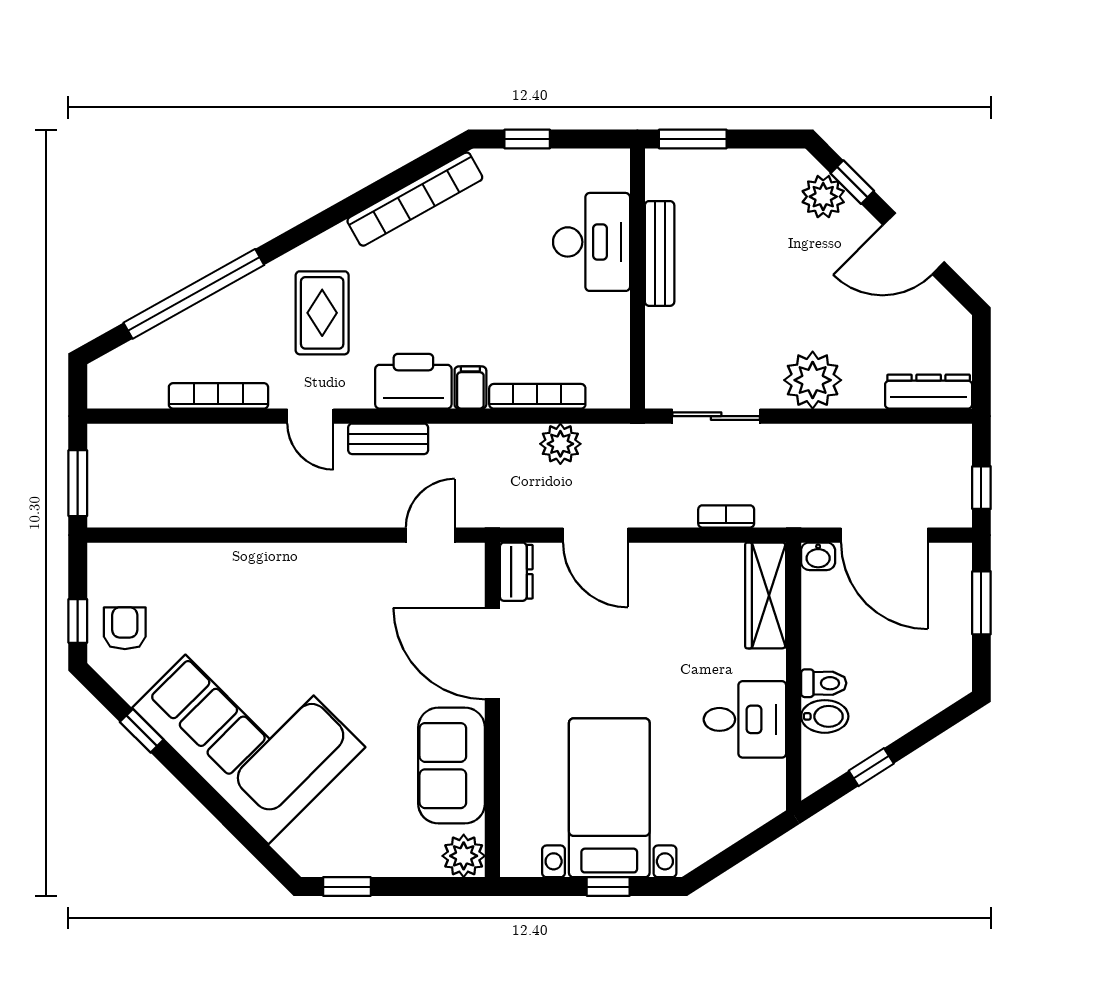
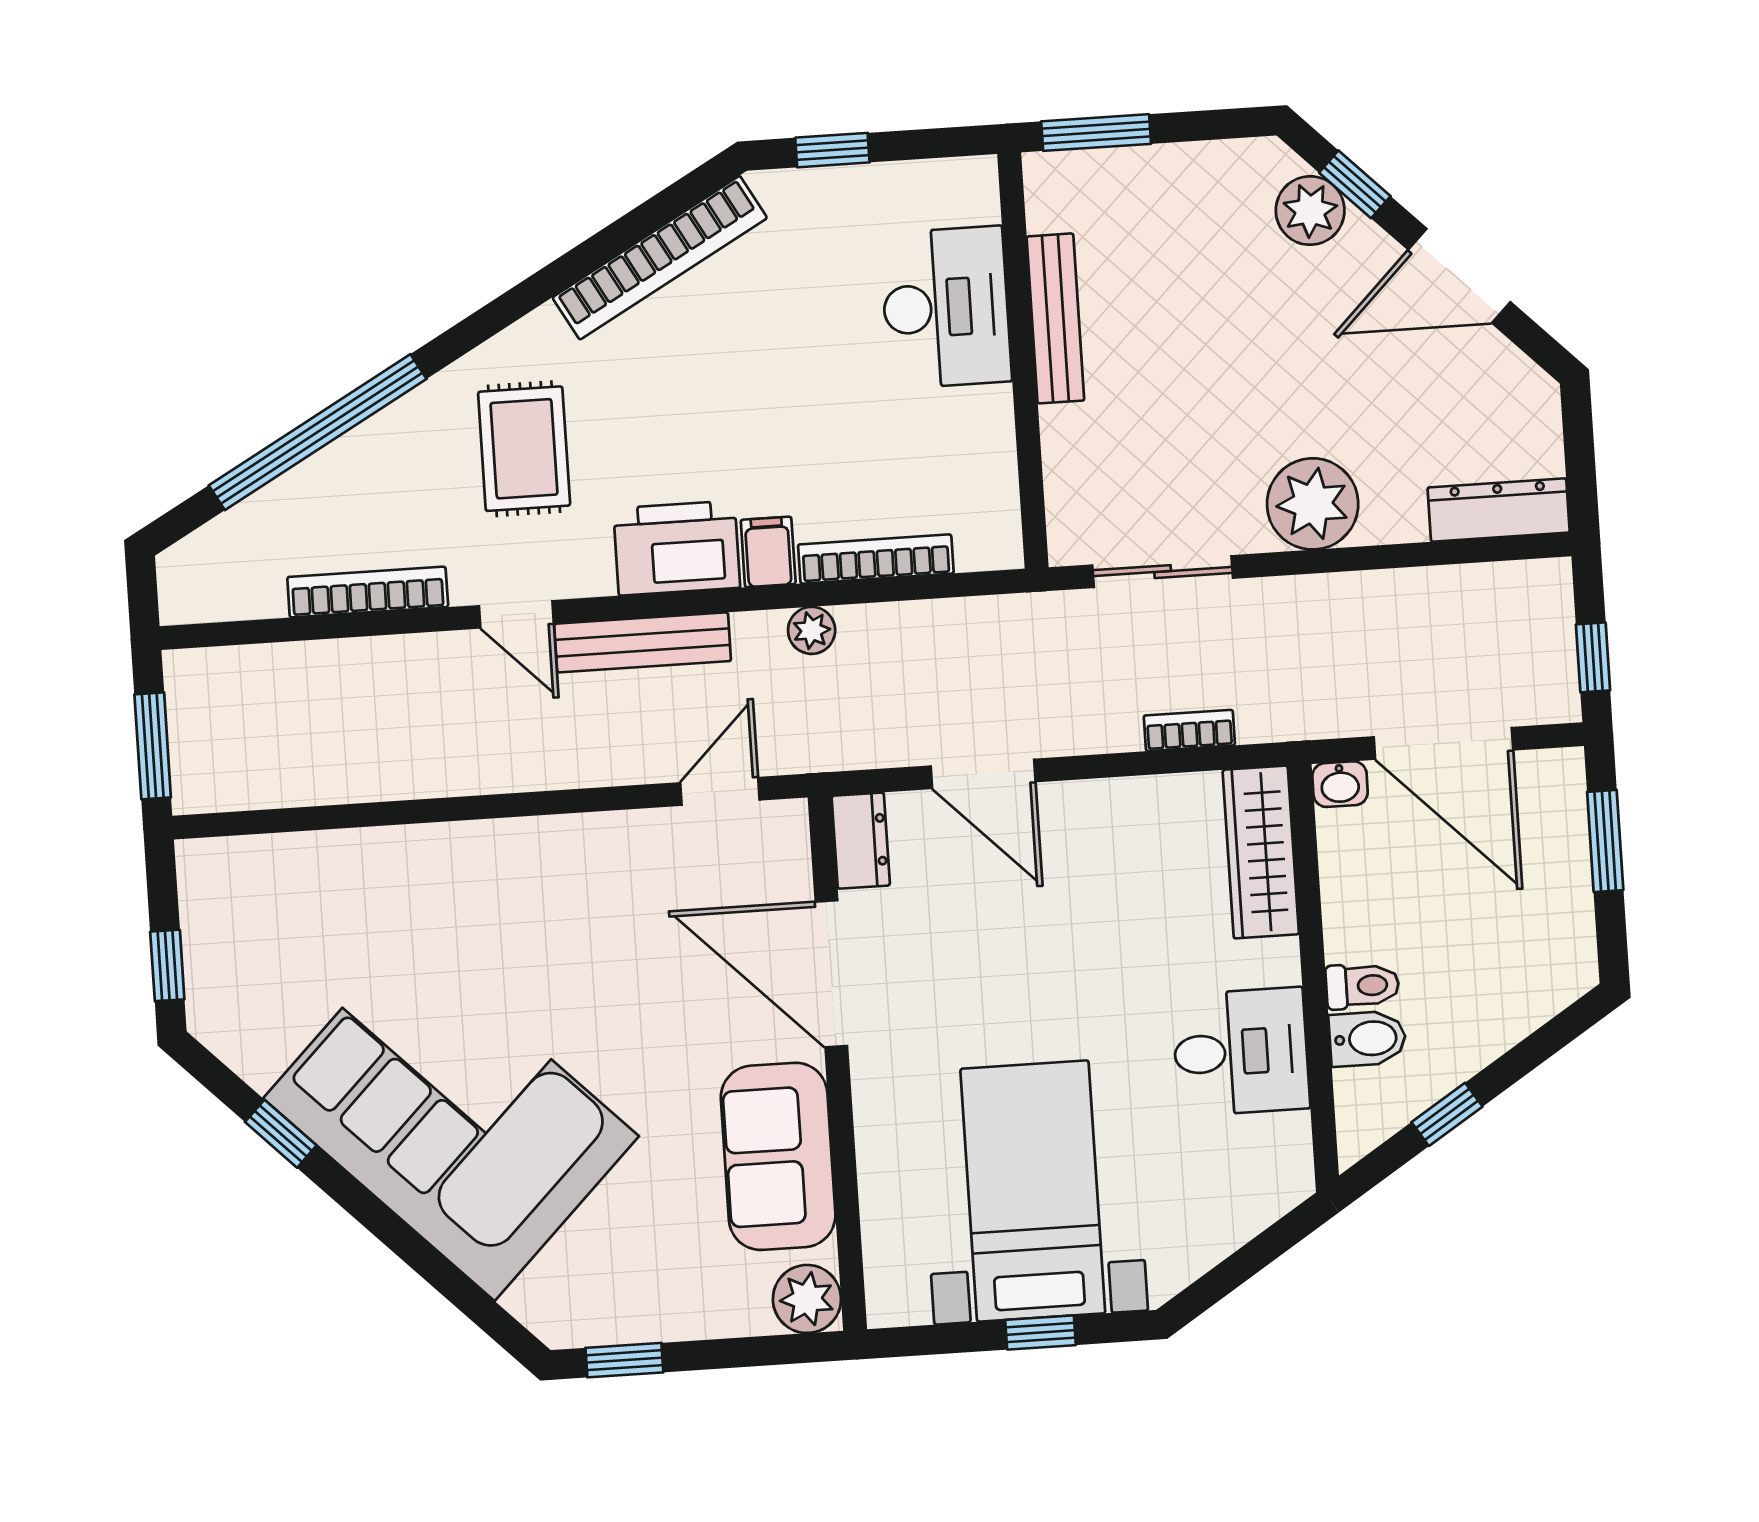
bench: (388, 439) -> (643, 642), width x1.36
plant: (560, 444) -> (812, 630), moved, width x0.73, depth x0.73
armchair: (125, 628) -> (243, 972), removed

